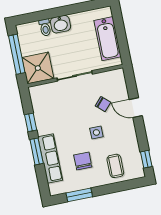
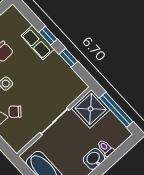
window: (37, 151) -> (48, 36), width x0.67
row of seats: (50, 159) -> (38, 42), width x0.68

